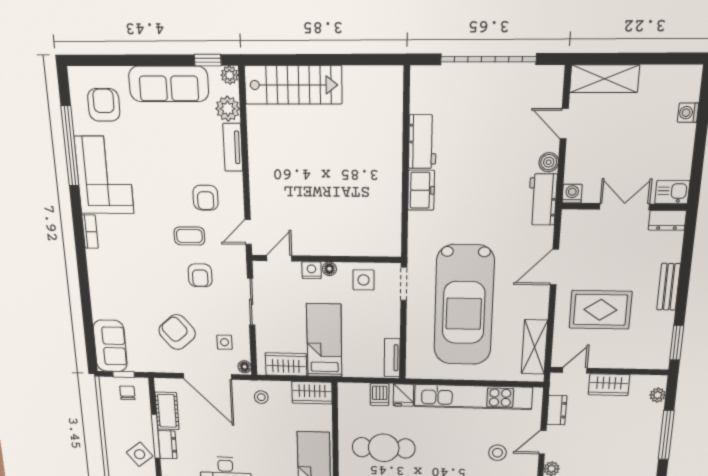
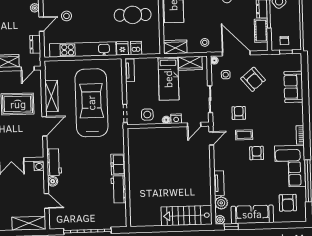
armchair: (206, 198) -> (257, 153), moved
sofa: (110, 346) -> (293, 87), moved
shelving: (534, 347) -> (51, 96), moved

